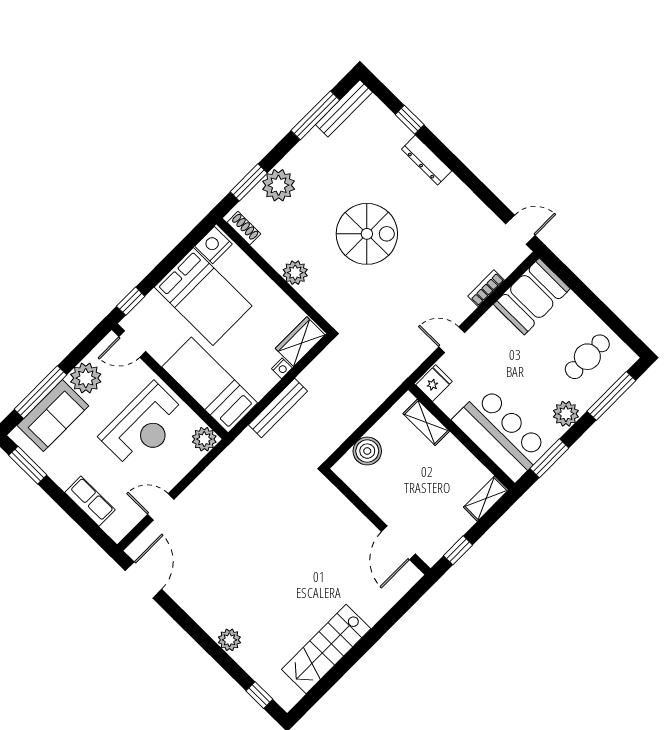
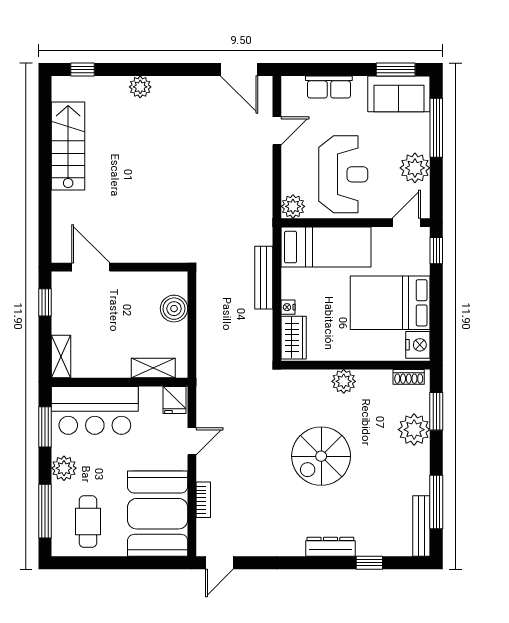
booth: (532, 296) -> (158, 514), width x1.36, depth x1.42
sofa: (53, 416) -> (399, 94), moved, turned -90
reception desk: (143, 426) -> (343, 174), turned 180

